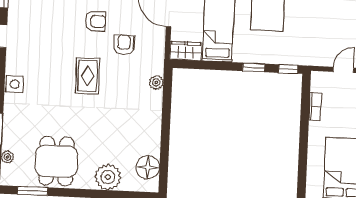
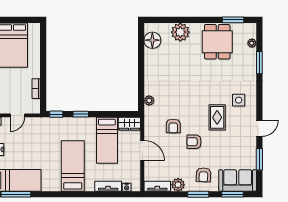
rug: (88, 76) -> (217, 117), moved
side table: (15, 84) -> (239, 100), moved

